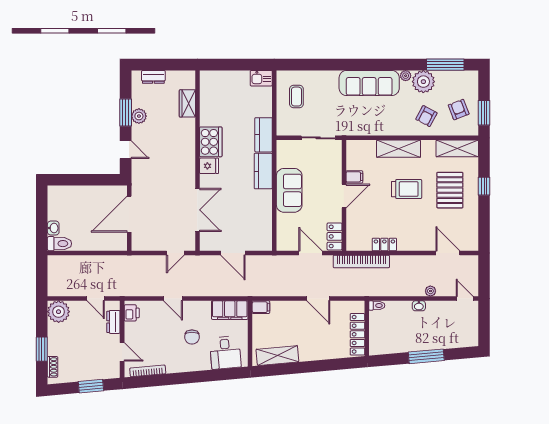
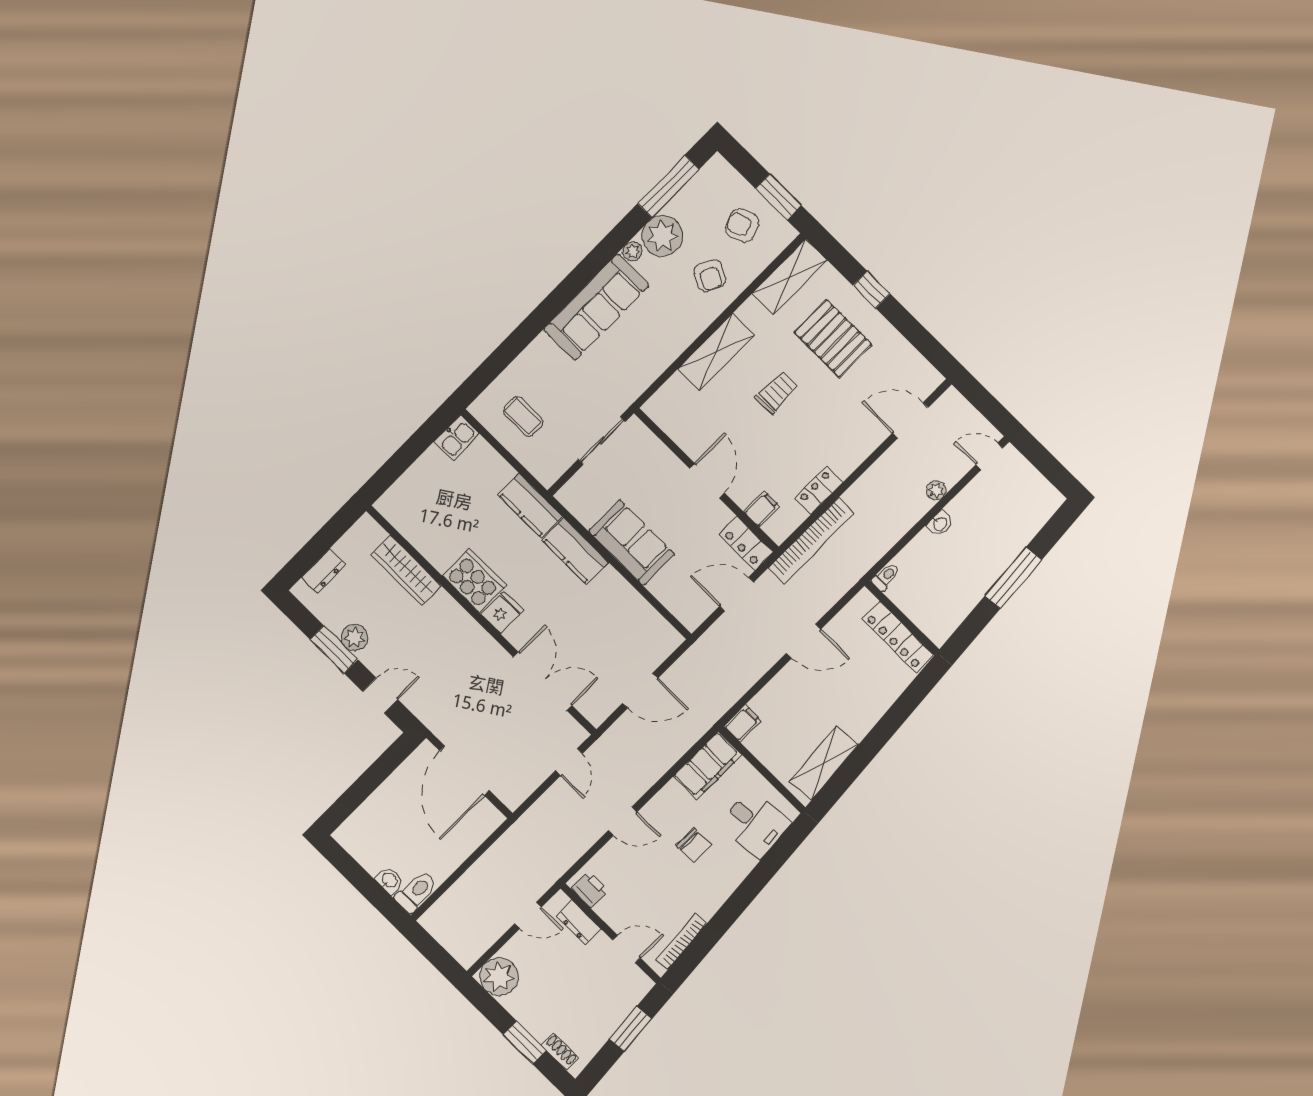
wardrobe: (187, 103) -> (406, 570), width x1.50
filing cabinet: (354, 177) -> (762, 509), moved
trolley: (407, 189) -> (777, 393), width x0.73, depth x0.72

